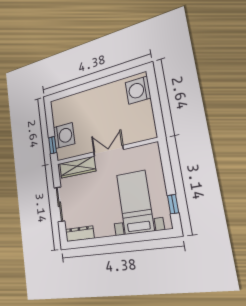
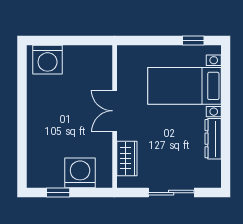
window: (53, 145) -> (58, 193), moved
wardrobe: (77, 167) -> (127, 158), width x0.67
dresser: (80, 234) -> (213, 139), moved

